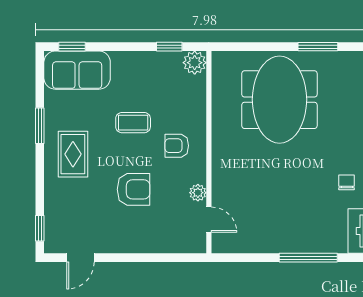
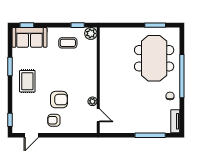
meeting table: (279, 100) -> (154, 58), moved
coffee table: (133, 123) -> (68, 43), moved
armchair: (177, 146) -> (54, 120), moved

